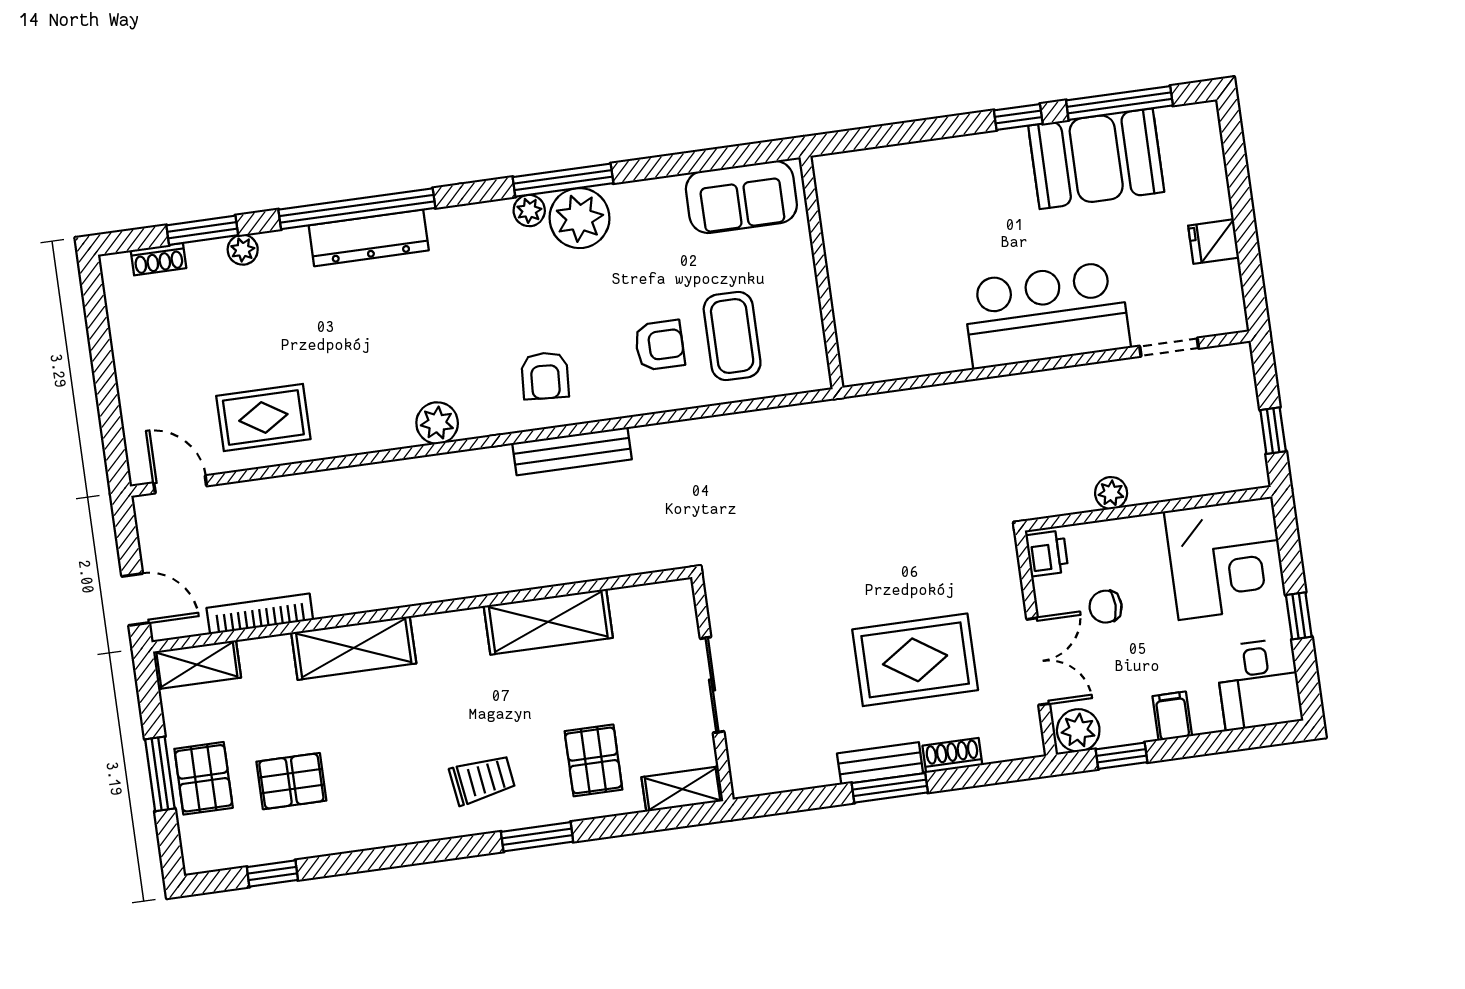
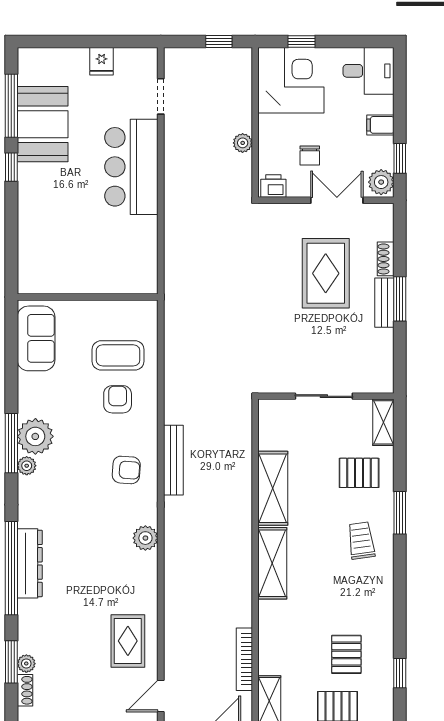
plant: (243, 250) -> (26, 664), moved
window: (1299, 616) -> (302, 41), moved
shelving: (354, 648) -> (272, 563), moved

